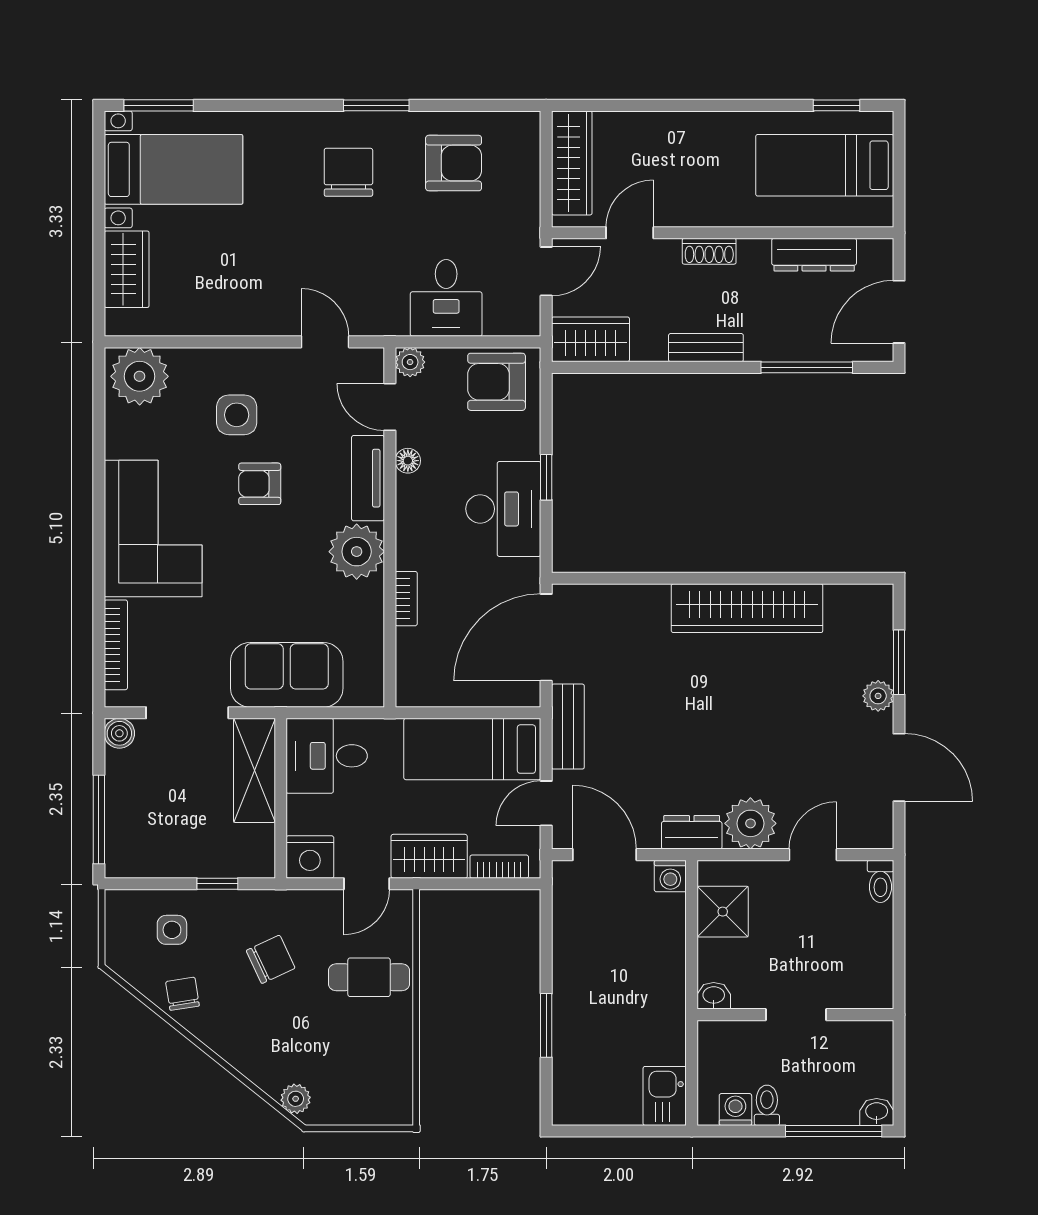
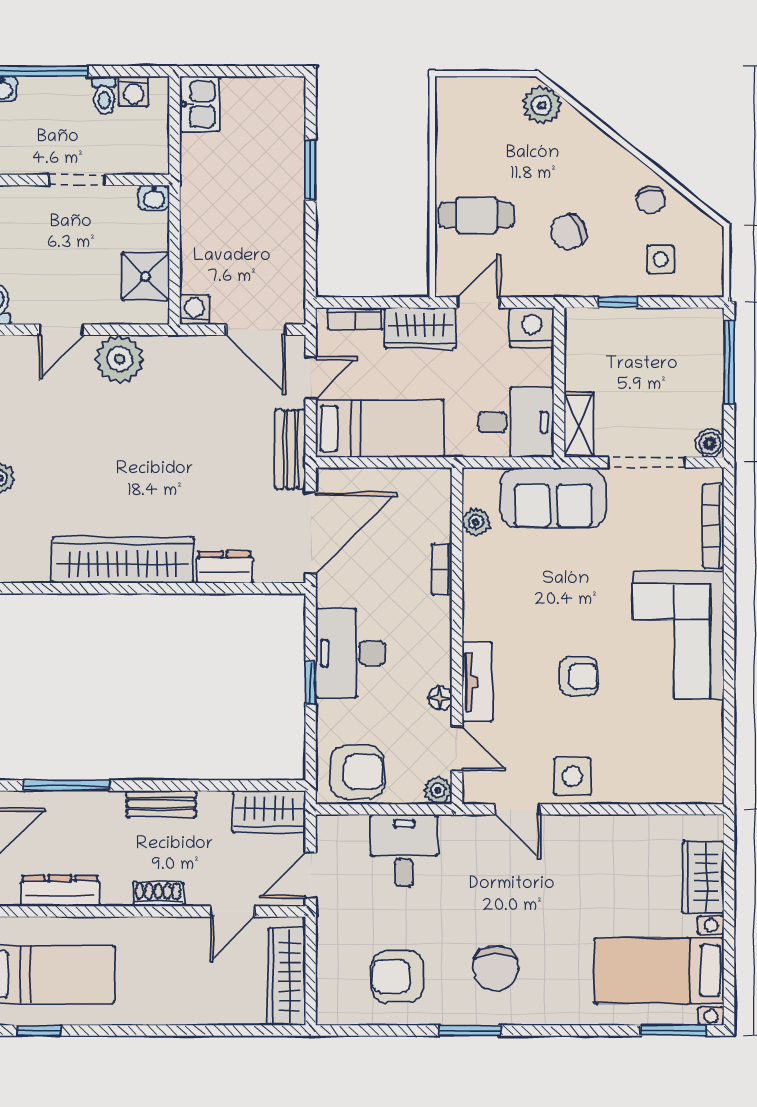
plant: (140, 376) -> (691, 777), removed
side table: (237, 415) -> (572, 776), moved
plant: (357, 552) -> (476, 522), moved, width x0.53, depth x0.53
shelving: (254, 770) -> (579, 425), width x0.67, depth x0.75
dresser: (692, 832) -> (224, 567), moved, turned 180
plant: (296, 1099) -> (542, 105), width x1.38, depth x1.38

